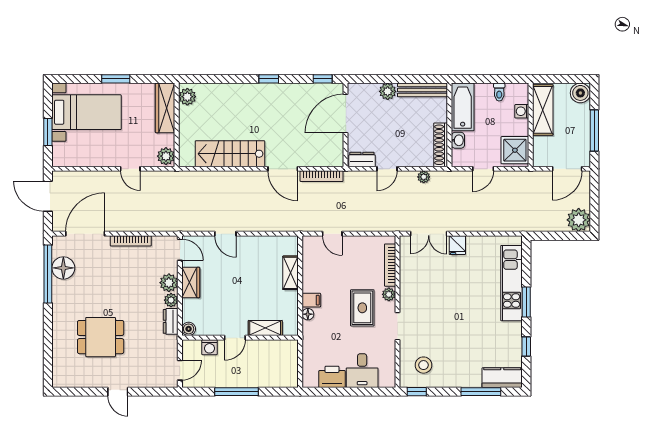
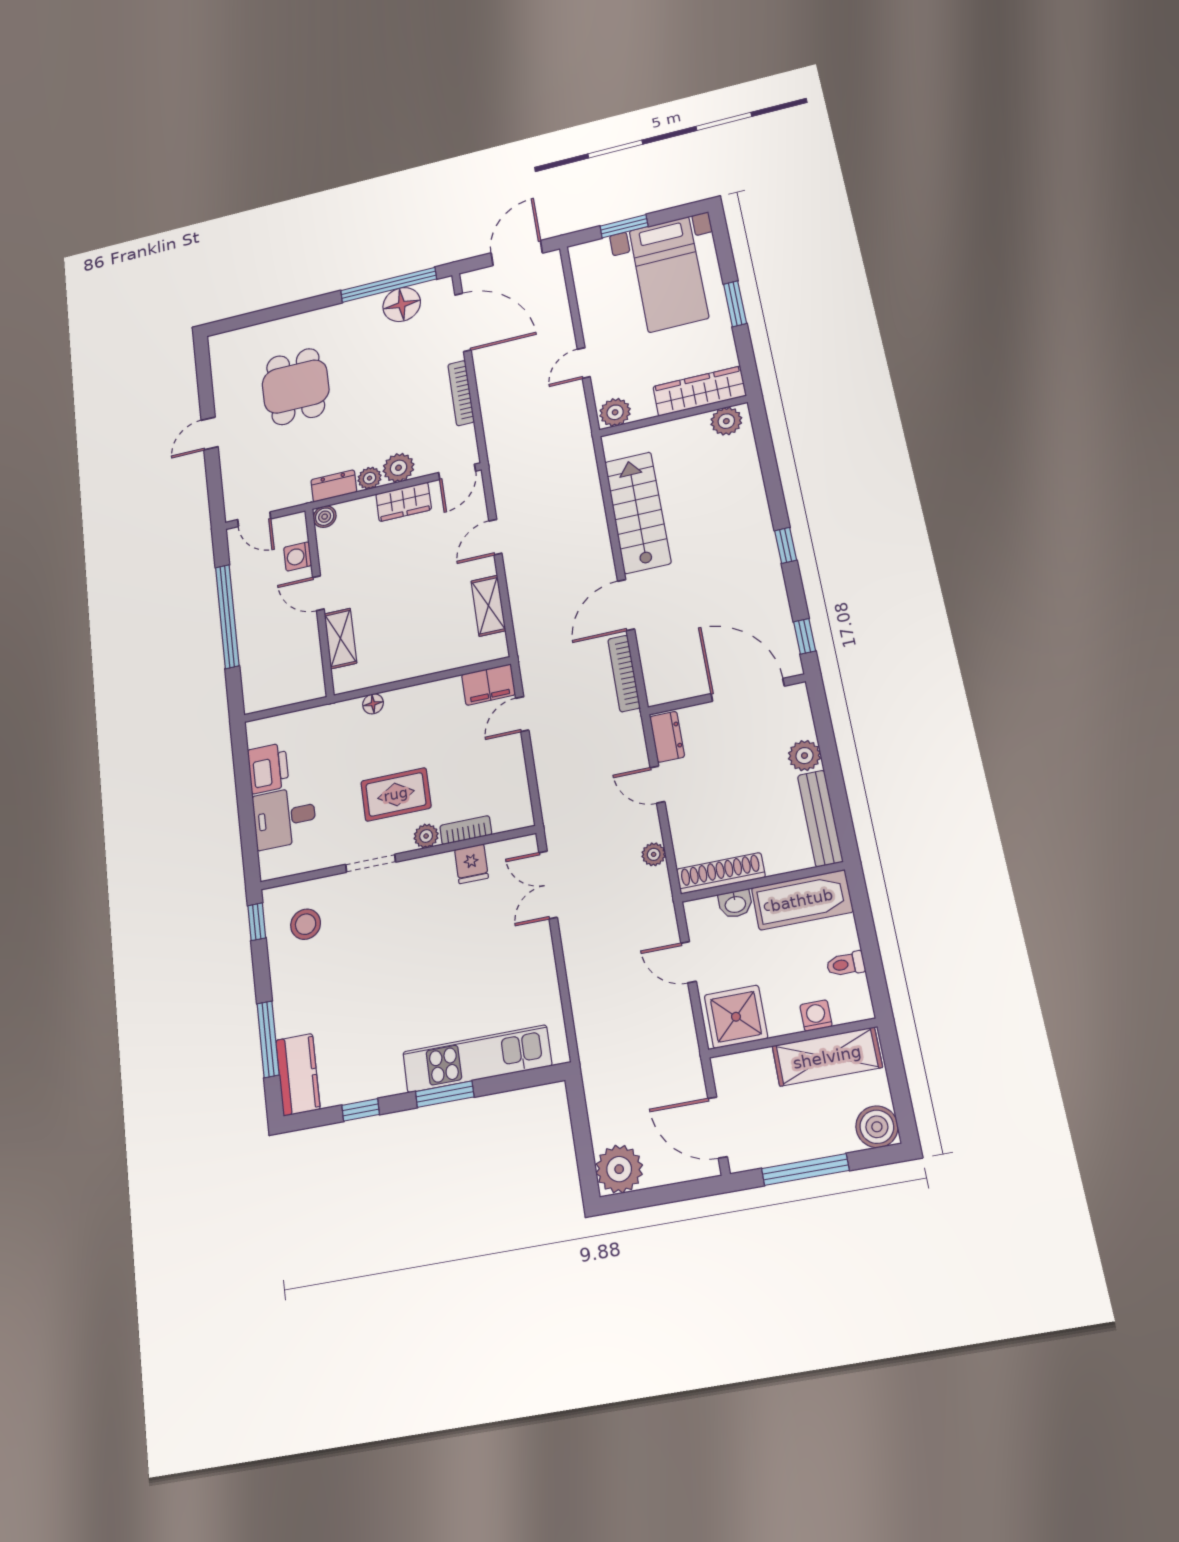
fridge: (457, 245) -> (471, 864), moved, turned -90
bookcase: (390, 265) -> (466, 830), width x0.64
shelving: (291, 273) -> (488, 606), moved, turned 90
filing cabinet: (311, 300) -> (488, 685), moved, width x2.00
window: (236, 392) -> (227, 616), width x1.46

